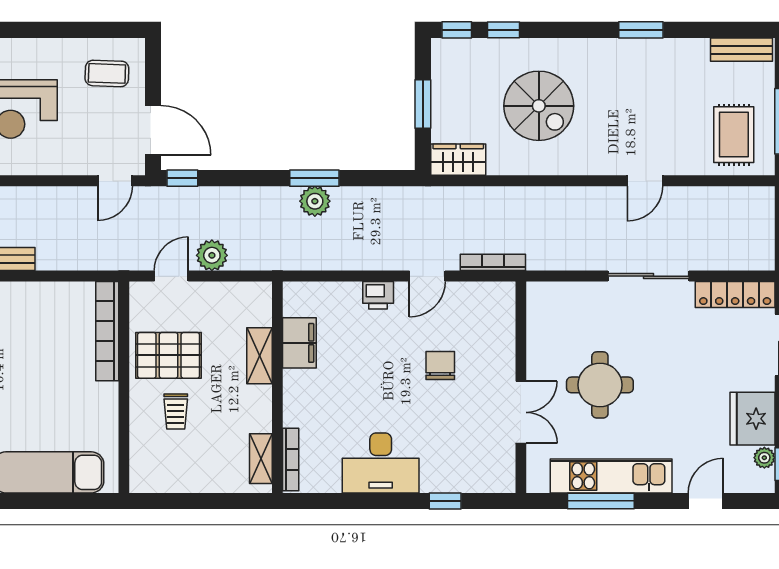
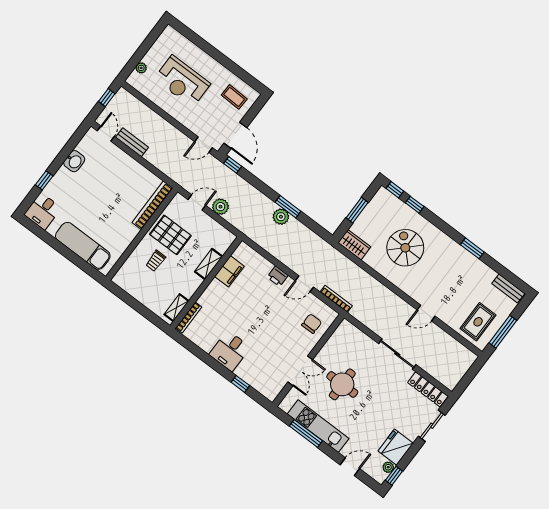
spiral stairs: (539, 106) -> (405, 248), turned 180
chair: (440, 366) -> (312, 324), moved
desk: (381, 463) -> (230, 351), width x0.73

